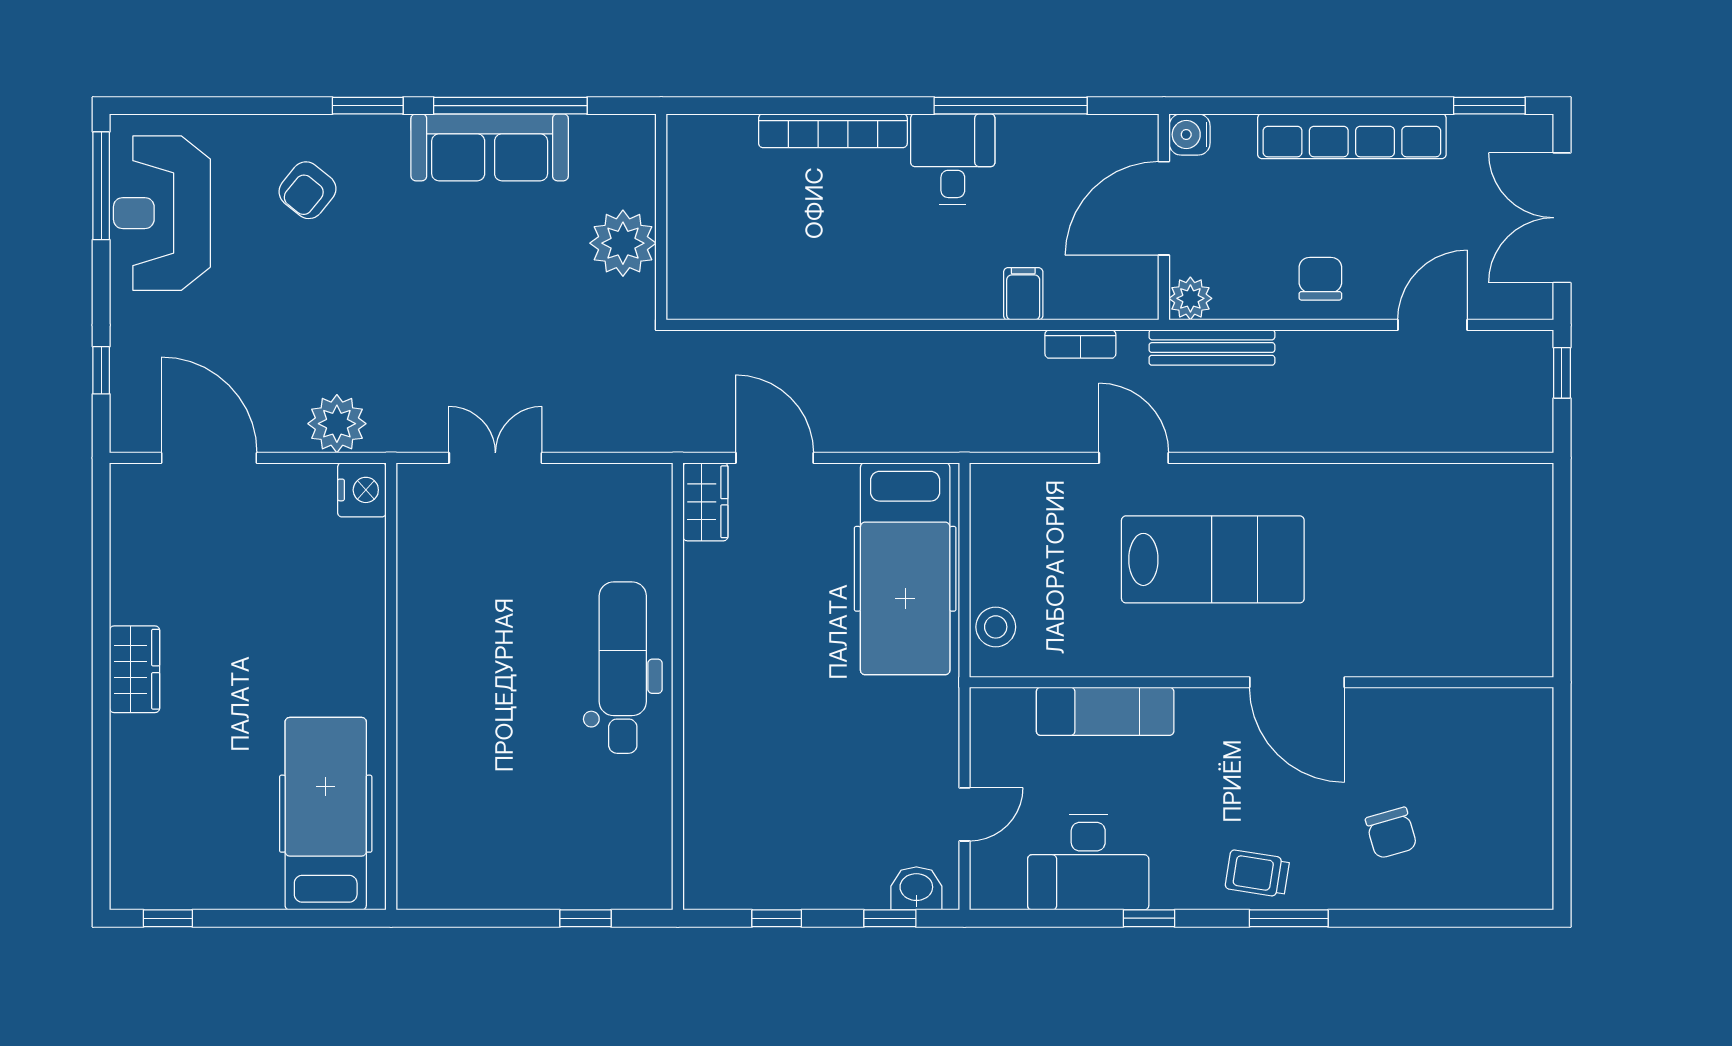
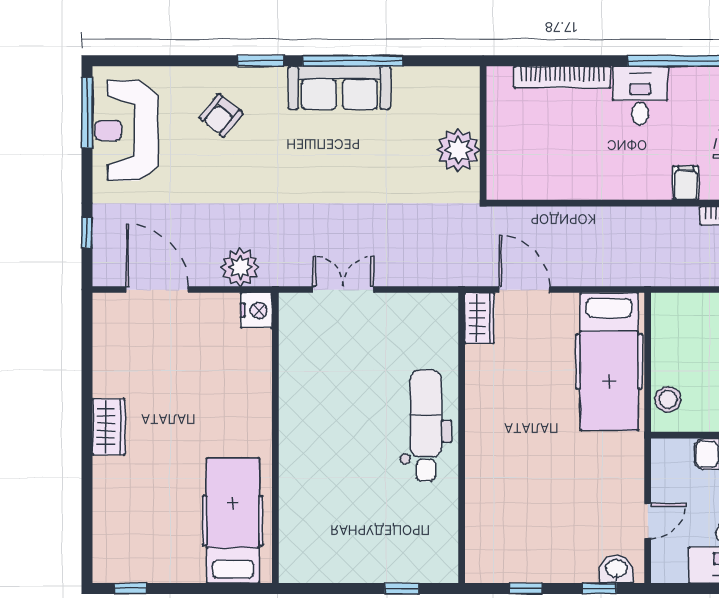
wall: (661, 217) -> (483, 133), moved
plant: (623, 243) -> (458, 150), moved

